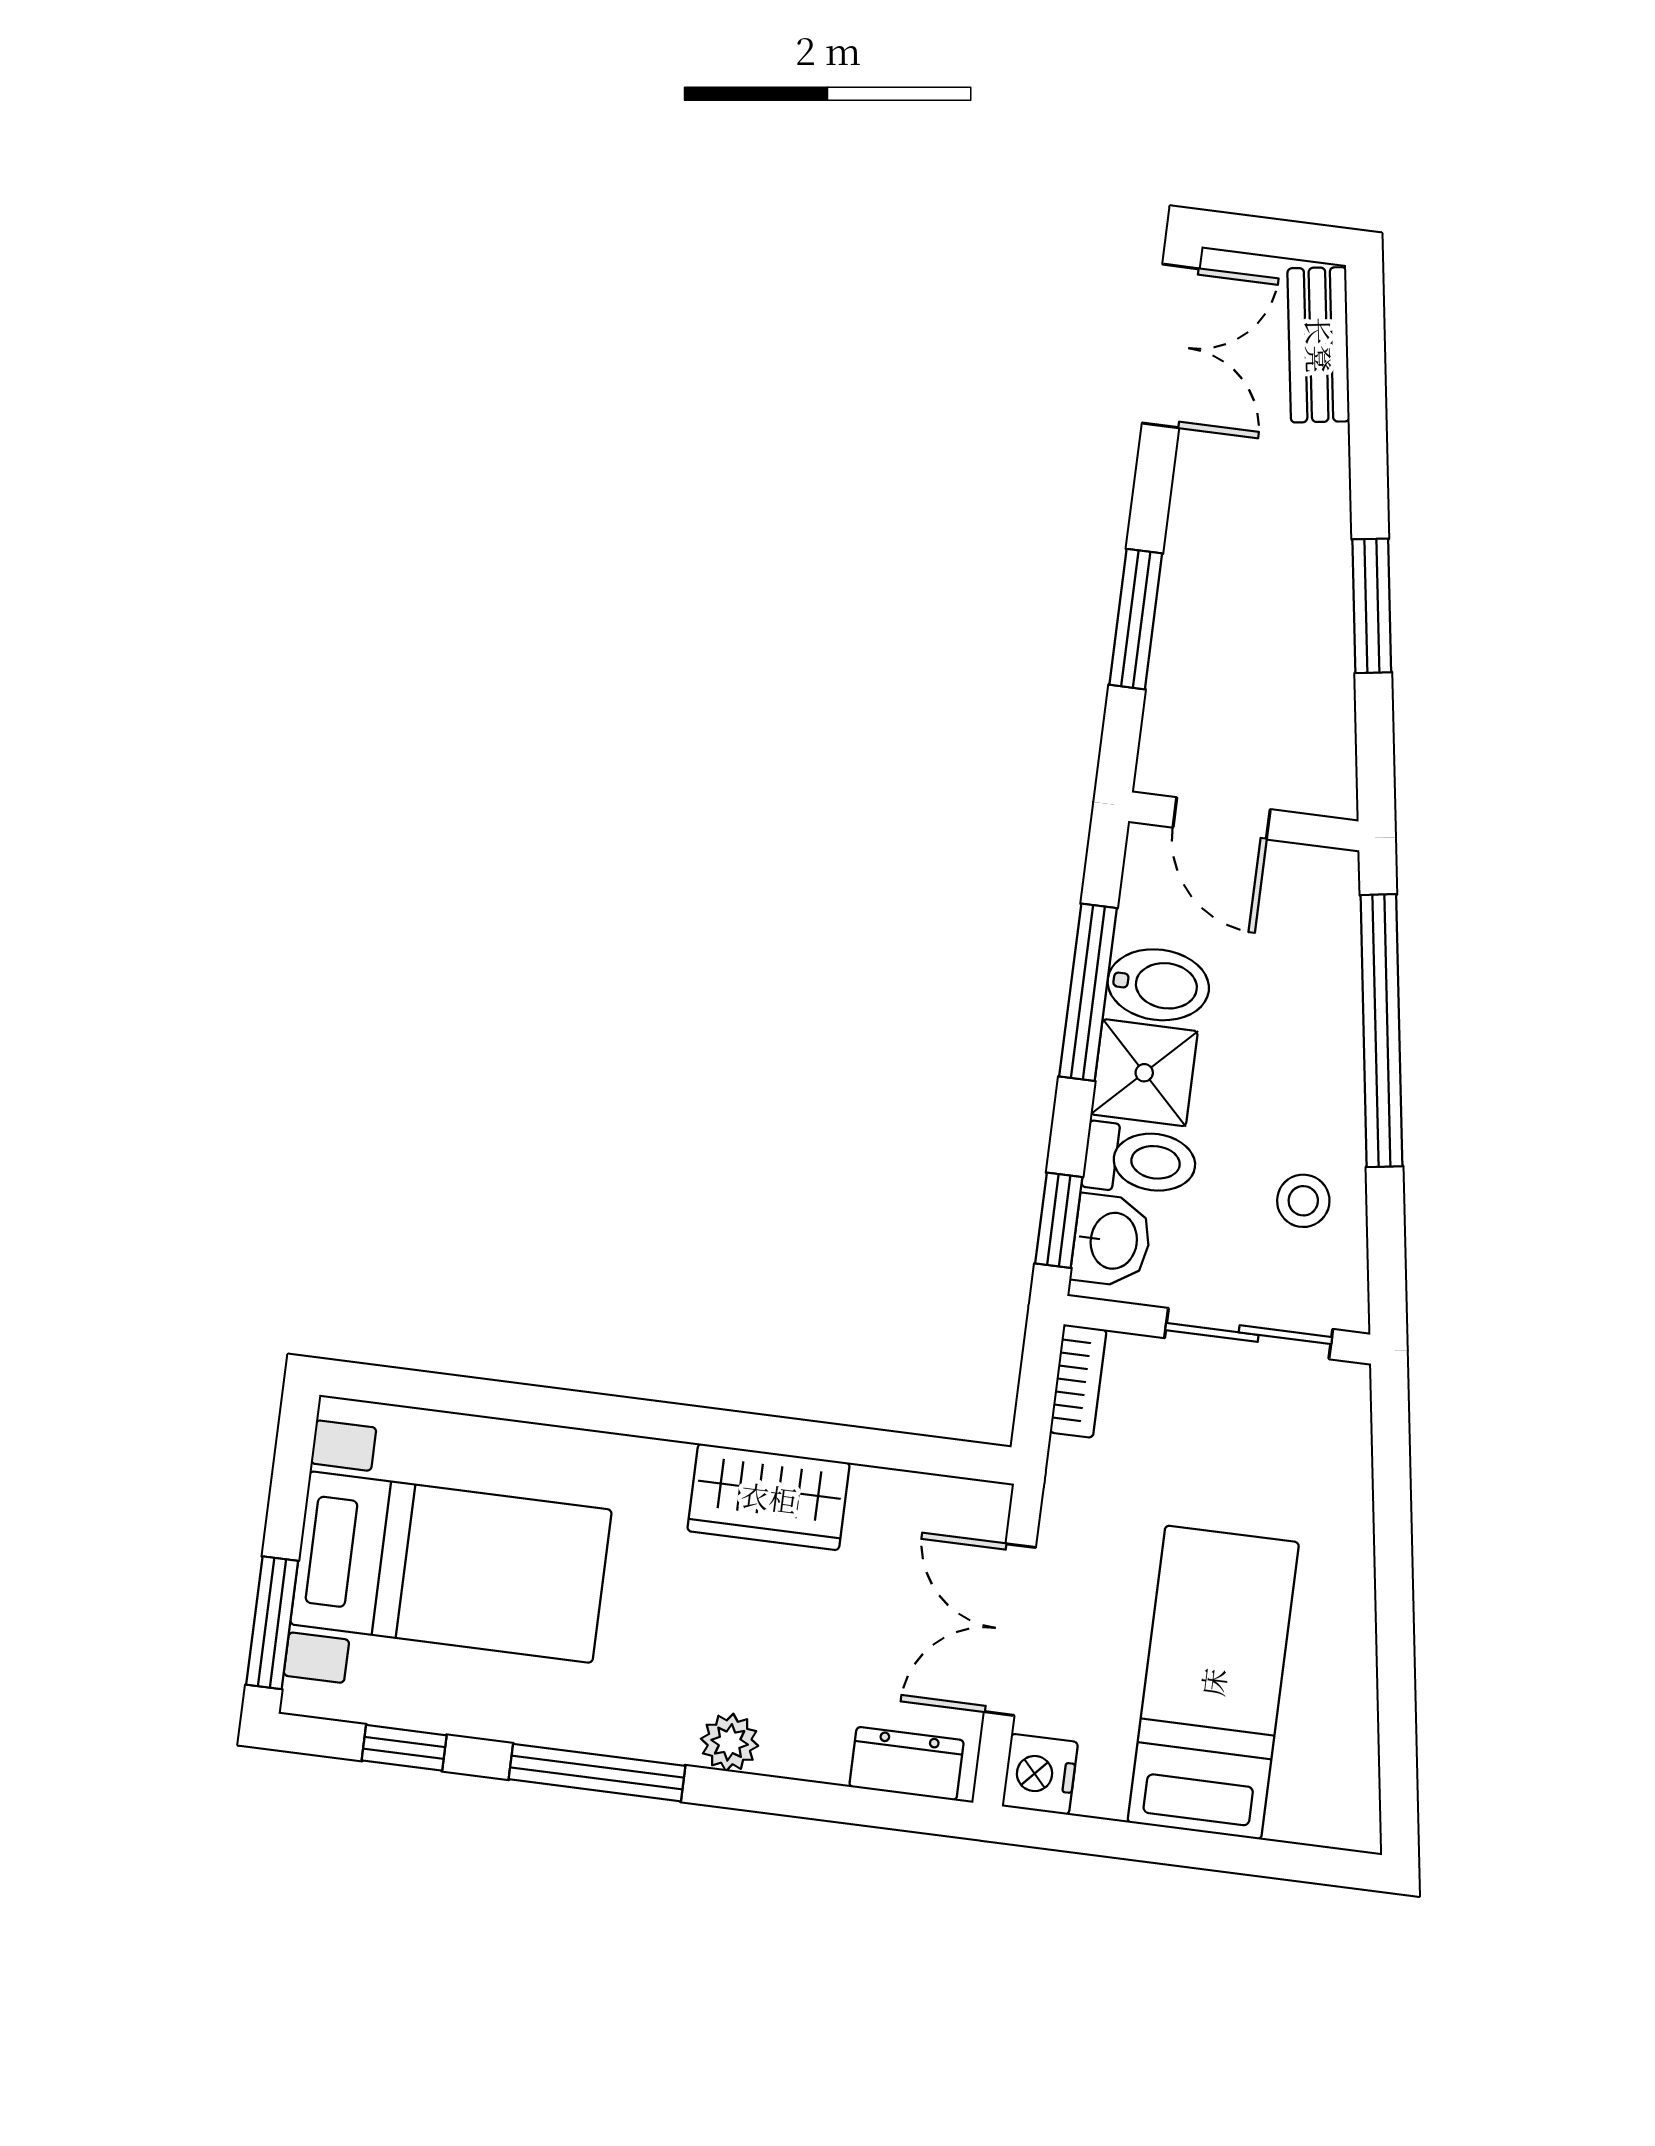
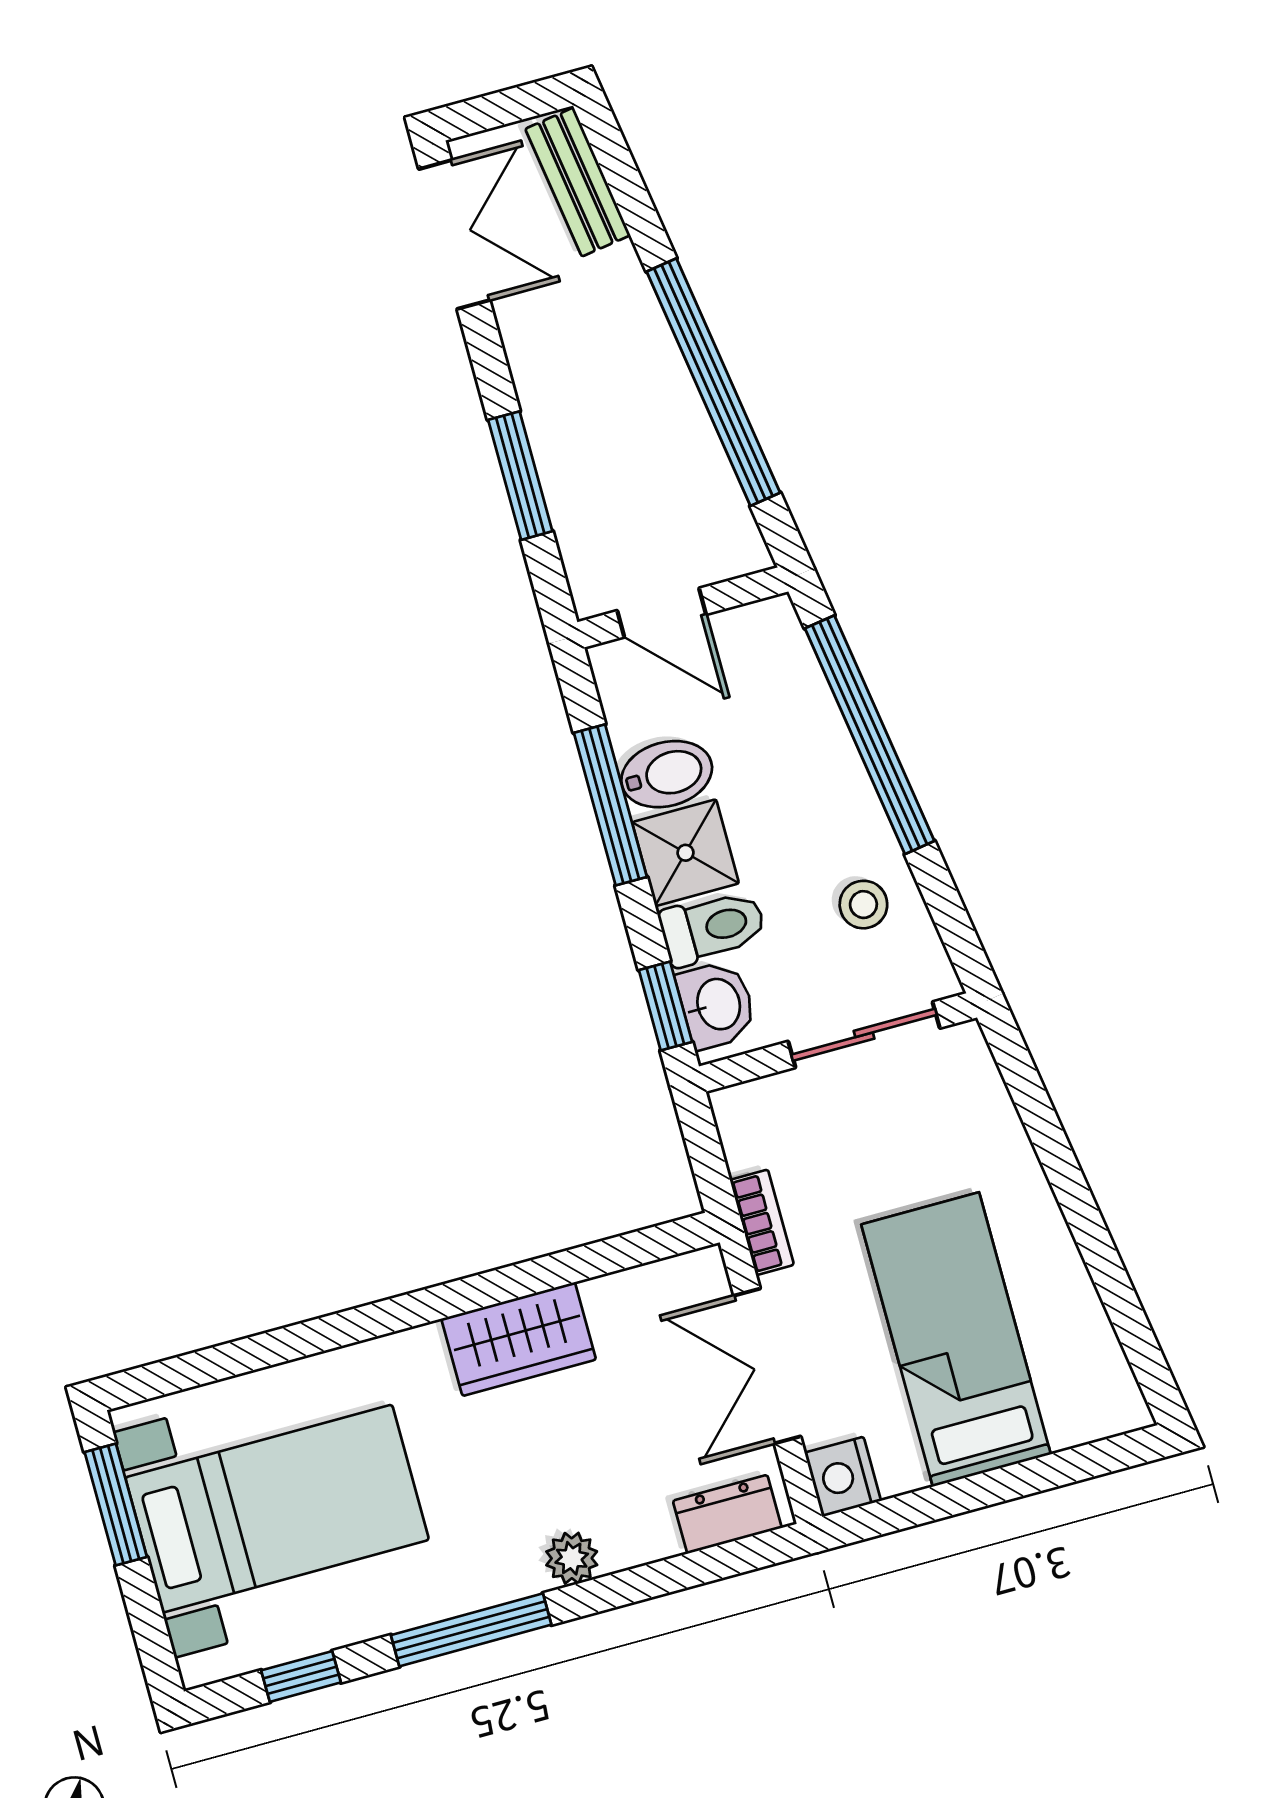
window: (1372, 606) -> (713, 382), width x2.11
bookcase: (1078, 1381) -> (762, 1222), moved
window: (272, 1623) -> (116, 1504), moved

